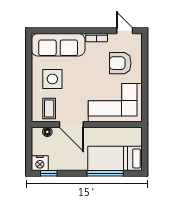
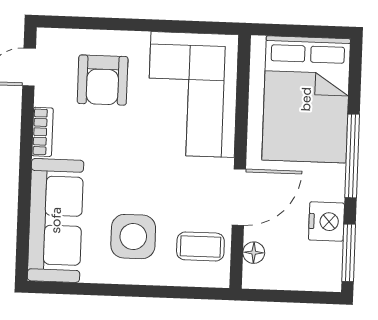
bed: (115, 158) -> (306, 99), width x1.50
nightstand: (40, 163) -> (326, 222), moved
window: (49, 173) -> (349, 253), width x1.50
window: (105, 173) -> (352, 156), moved

